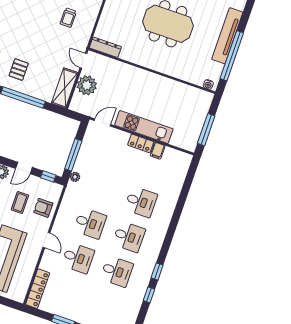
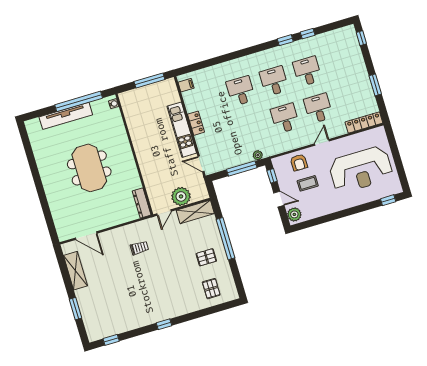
filing cabinet: (158, 151) -> (186, 85), moved

